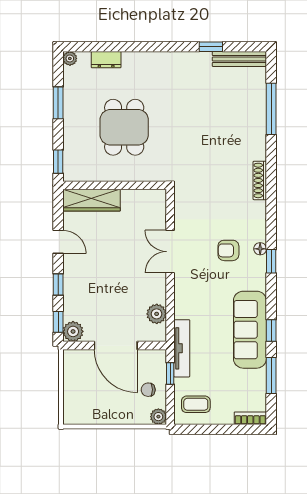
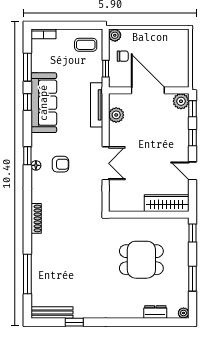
dining table: (124, 127) -> (141, 260), turned 90
tv unit: (182, 348) -> (97, 105), moved

